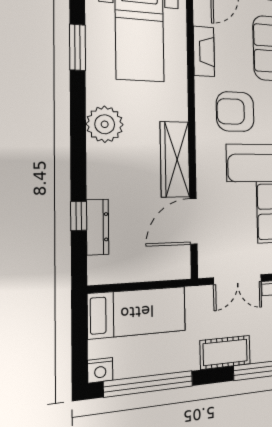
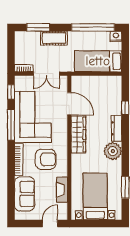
door: (193, 221) -> (69, 104), hinge flipped
dresser: (98, 227) -> (117, 128), moved
double door: (238, 279) -> (46, 74), swing flipped

